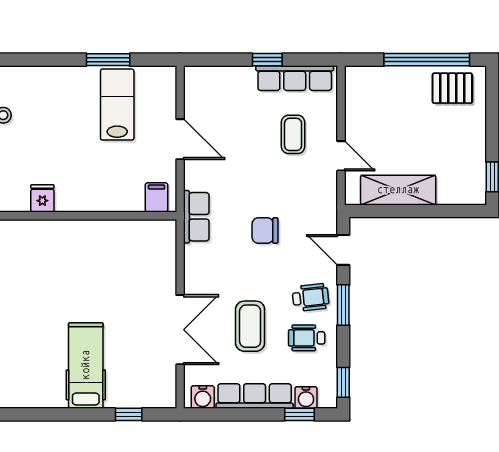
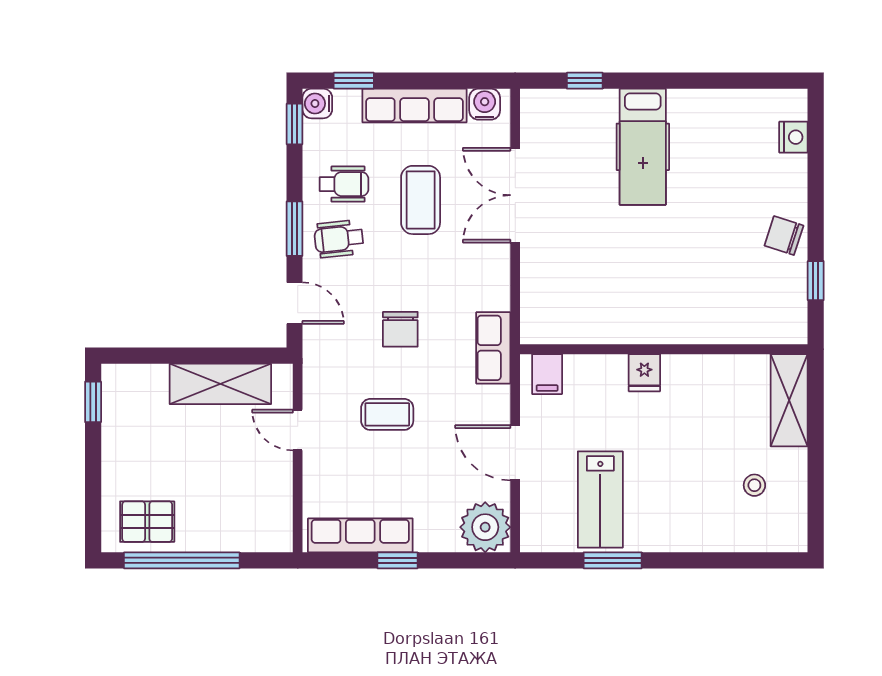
plant: (202, 84) -> (485, 527), added
coffee table: (293, 134) -> (387, 414), moved, turned 90
fridge: (42, 198) -> (644, 373), moved
chair: (265, 231) -> (400, 329), turned 90
water cooler: (306, 397) -> (317, 104), moved, turned -90

